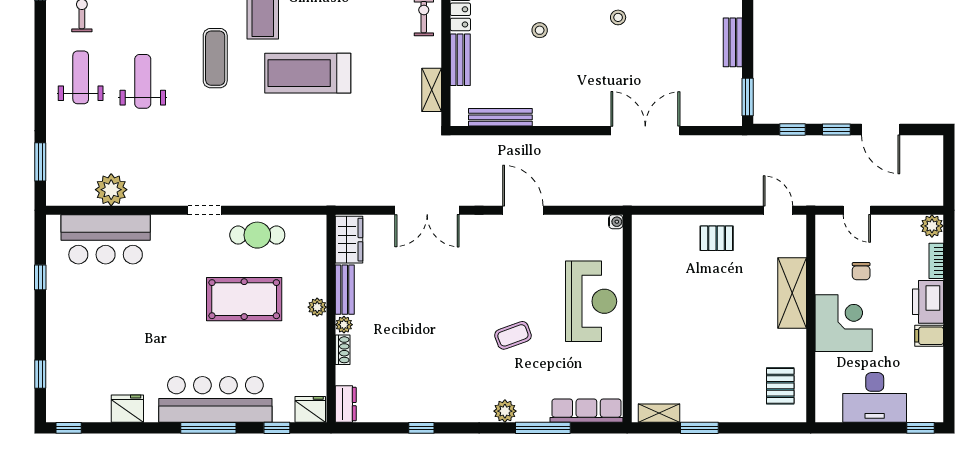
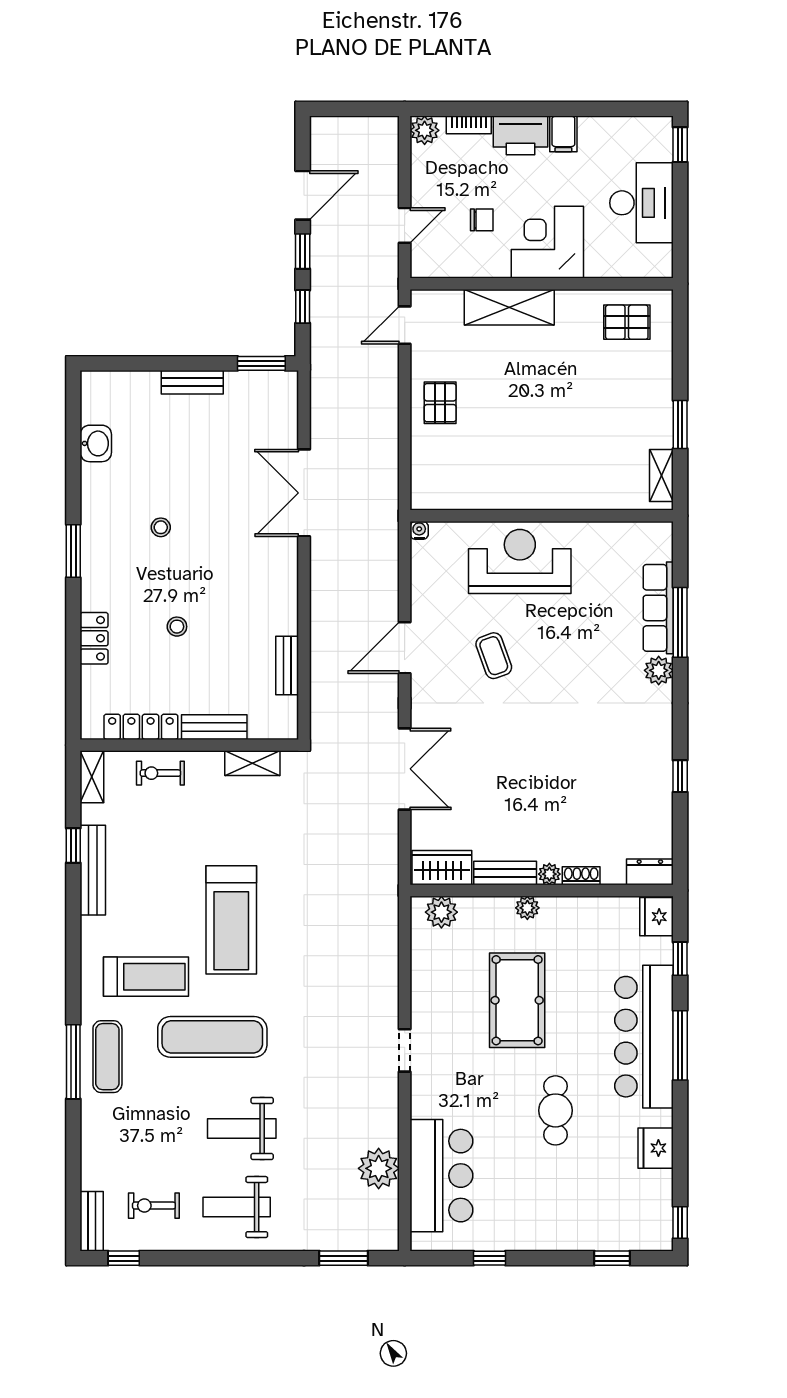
exercise mat: (215, 58) -> (212, 1037), width x1.36, depth x1.45
bench: (500, 117) -> (287, 666), width x0.73
cafe table: (257, 235) -> (555, 1110), moved
plant: (314, 239) -> (441, 912), added
coffee table: (513, 335) -> (494, 656), moved
row of seats: (586, 411) -> (658, 608), moved

